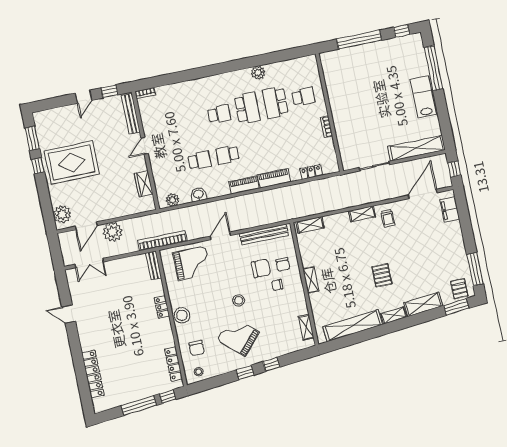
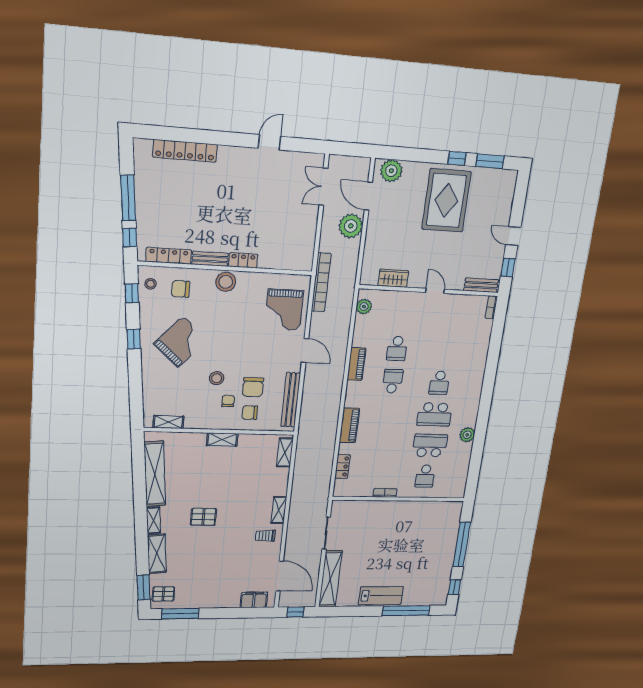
bench: (131, 114) -> (481, 285), width x0.73
piano: (244, 185) -> (356, 364), moved
washbasin: (198, 195) -> (360, 338), removed
bench: (154, 265) -> (210, 259), moved
stool: (239, 300) -> (217, 378), moved
window: (271, 364) -> (132, 293), moved

